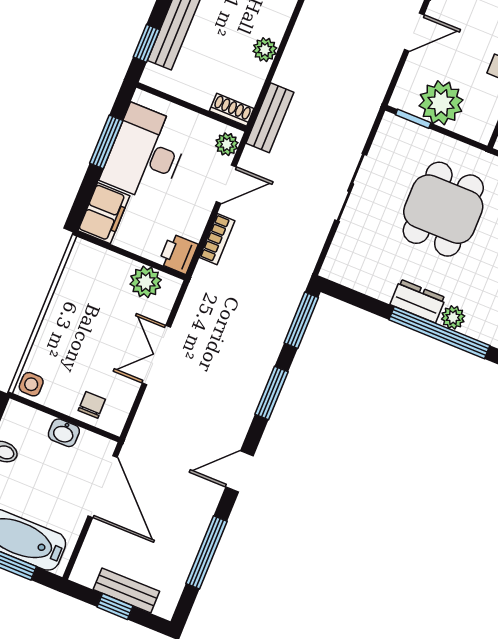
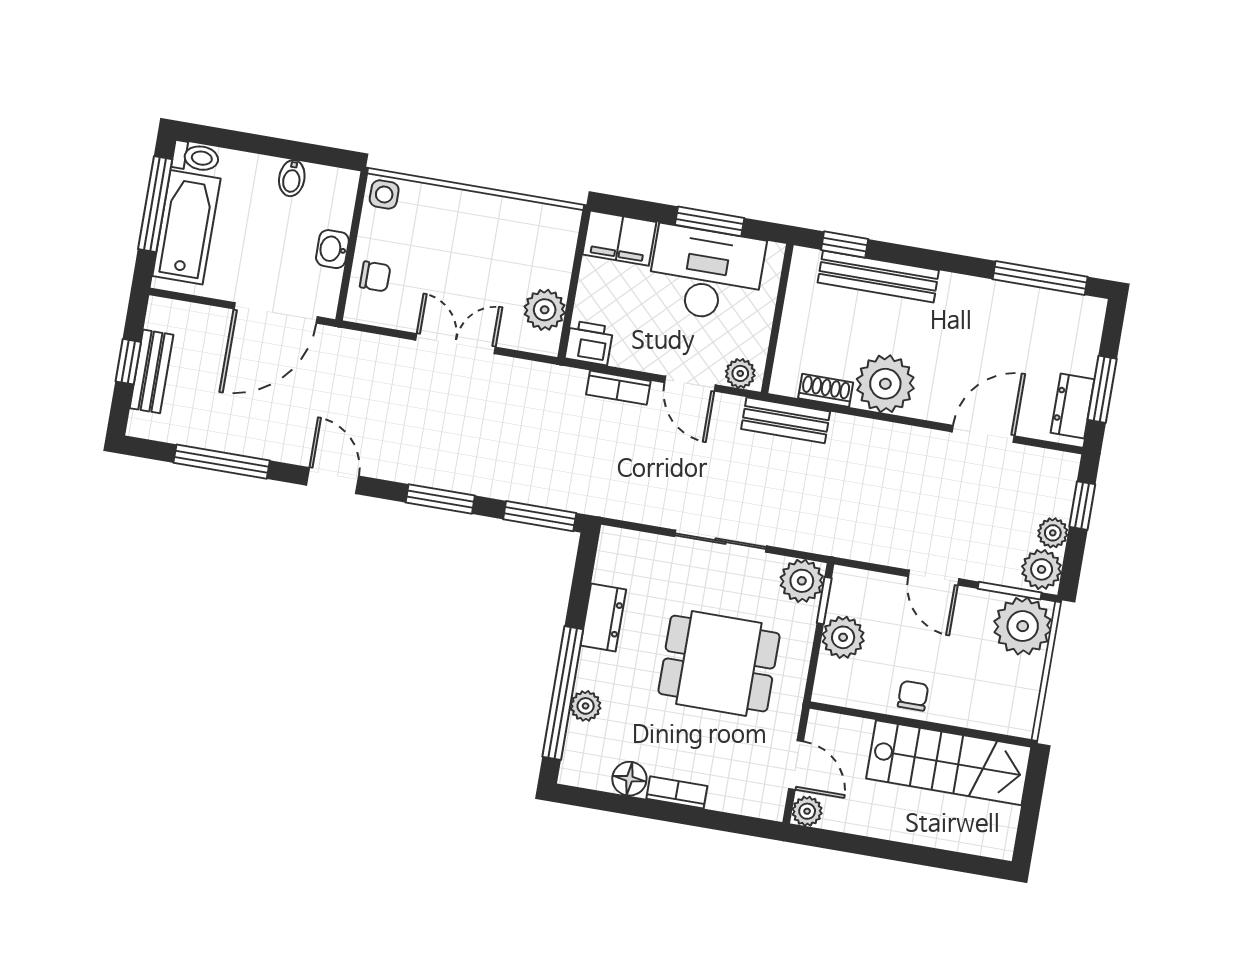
plant: (265, 50) -> (885, 384), width x1.87, depth x1.87
plant: (441, 103) -> (843, 637), width x0.73, depth x0.73
shoe rack: (232, 110) -> (826, 390), moved, turned -90
plant: (394, 132) -> (802, 581), added
dresser: (418, 301) -> (603, 618), moved

